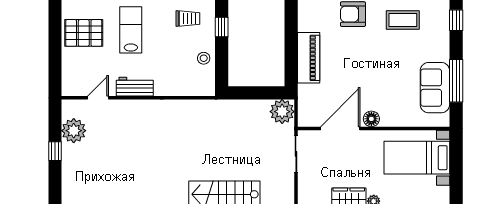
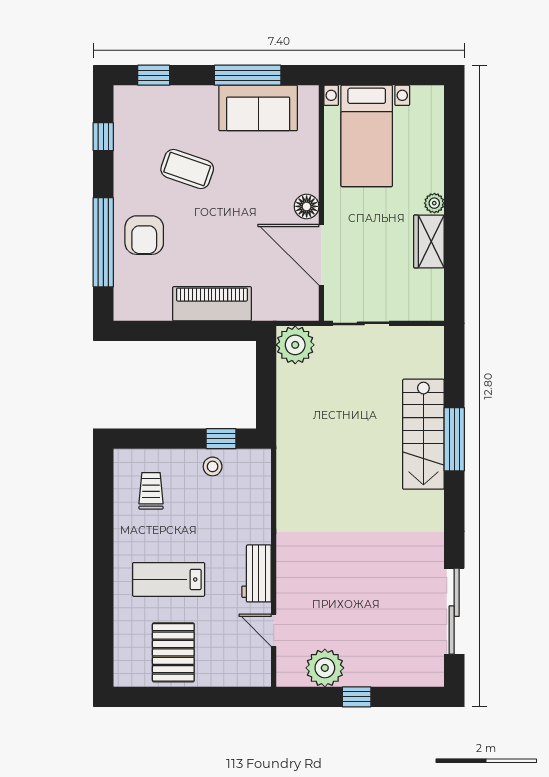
coffee table: (403, 20) -> (187, 169), moved, turned -71
window: (222, 27) -> (221, 439), moved

